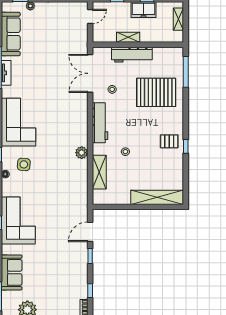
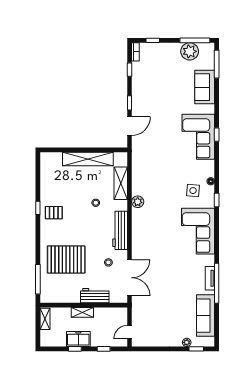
shelving: (178, 19) -> (45, 319), moved
shelving: (128, 37) -> (82, 312), moved
workbench: (132, 55) -> (95, 296), width x0.73
shelving: (157, 197) -> (88, 159), moved

